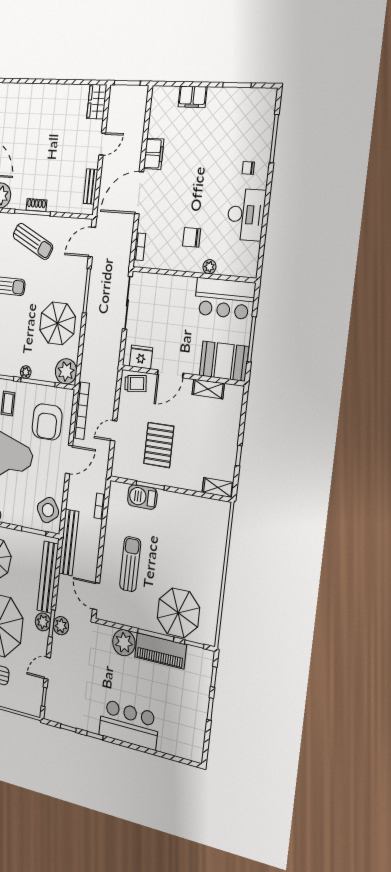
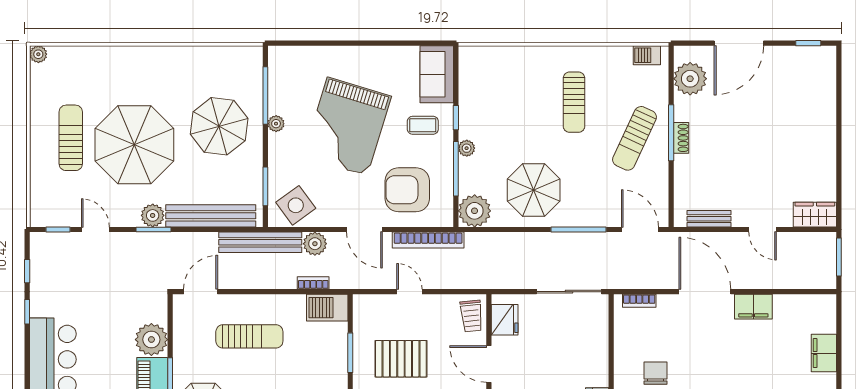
barbecue: (142, 497) -> (327, 308), moved, turned -90
plant: (61, 626) -> (315, 244), moved

